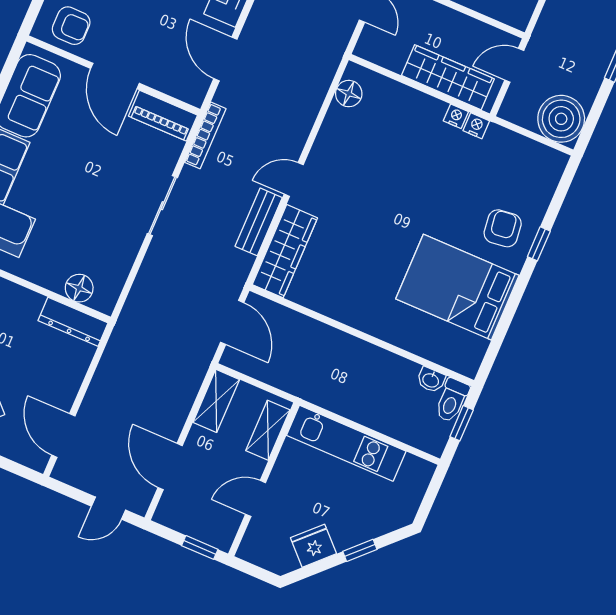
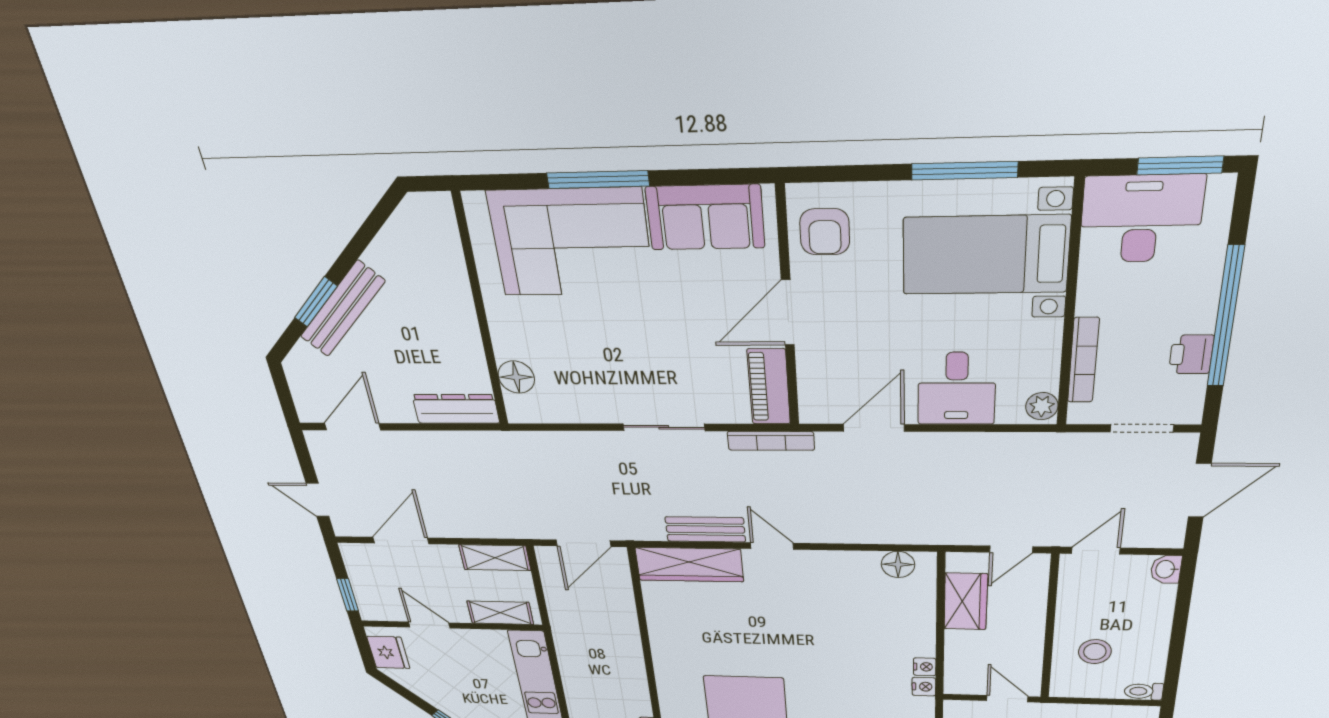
wardrobe: (448, 77) -> (966, 601), moved, width x0.67
dresser: (73, 322) -> (456, 409), moved, turned 90
fridge: (313, 546) -> (388, 652), moved, turned 45

